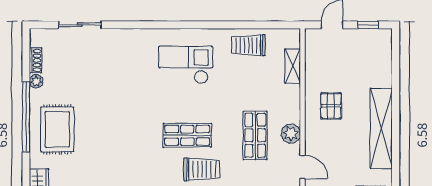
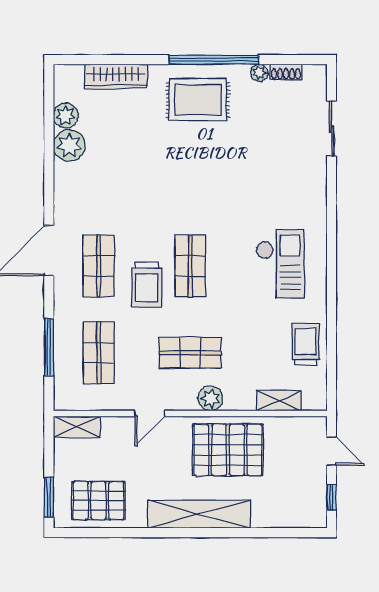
pallet: (331, 106) -> (228, 450), width x2.05, depth x2.00
plant: (291, 134) -> (210, 399), moved

